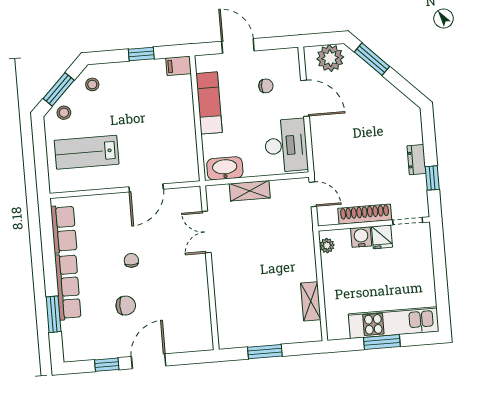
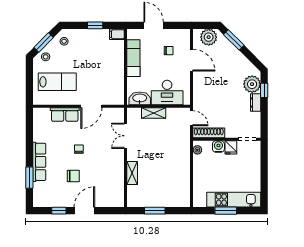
plant: (408, 130) -> (252, 84), added
desk: (286, 145) -> (167, 92), moved, turned 90
lab bench: (87, 152) -> (57, 82), turned 180
window: (432, 178) -> (264, 90), moved
shoe rack: (365, 214) -> (209, 133), moved
row of seats: (64, 229) -> (65, 114), moved, turned 90
shelving: (311, 301) -> (132, 173), moved

